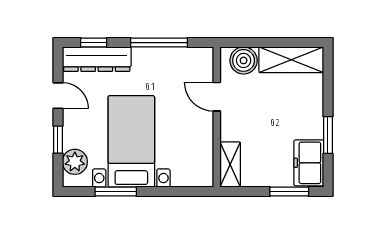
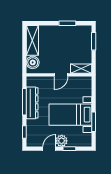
dresser: (97, 59) -> (32, 103), moved
door: (217, 97) -> (61, 75), moved
plant: (75, 162) -> (62, 141), moved
freezer: (309, 163) -> (80, 32), removed

